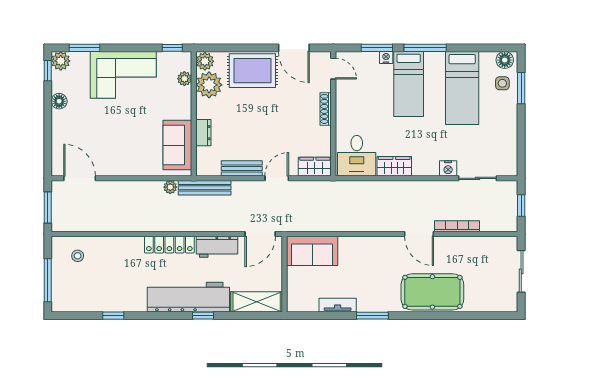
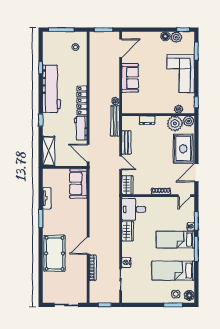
plant: (61, 61) -> (176, 37), moved
sofa: (177, 145) -> (130, 78), moved, turned 90
workbench: (188, 297) -> (51, 89), moved

